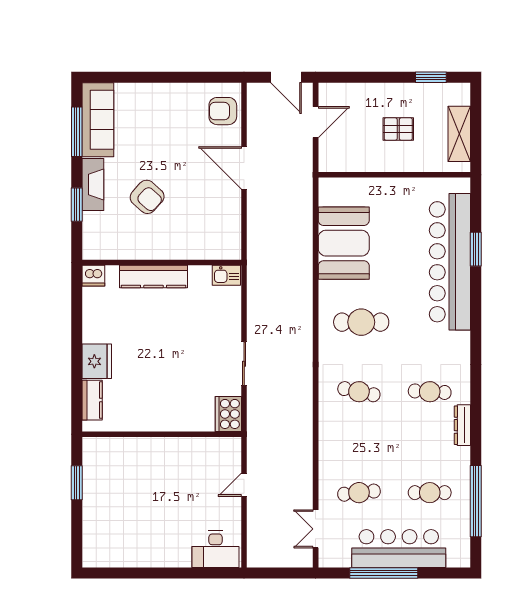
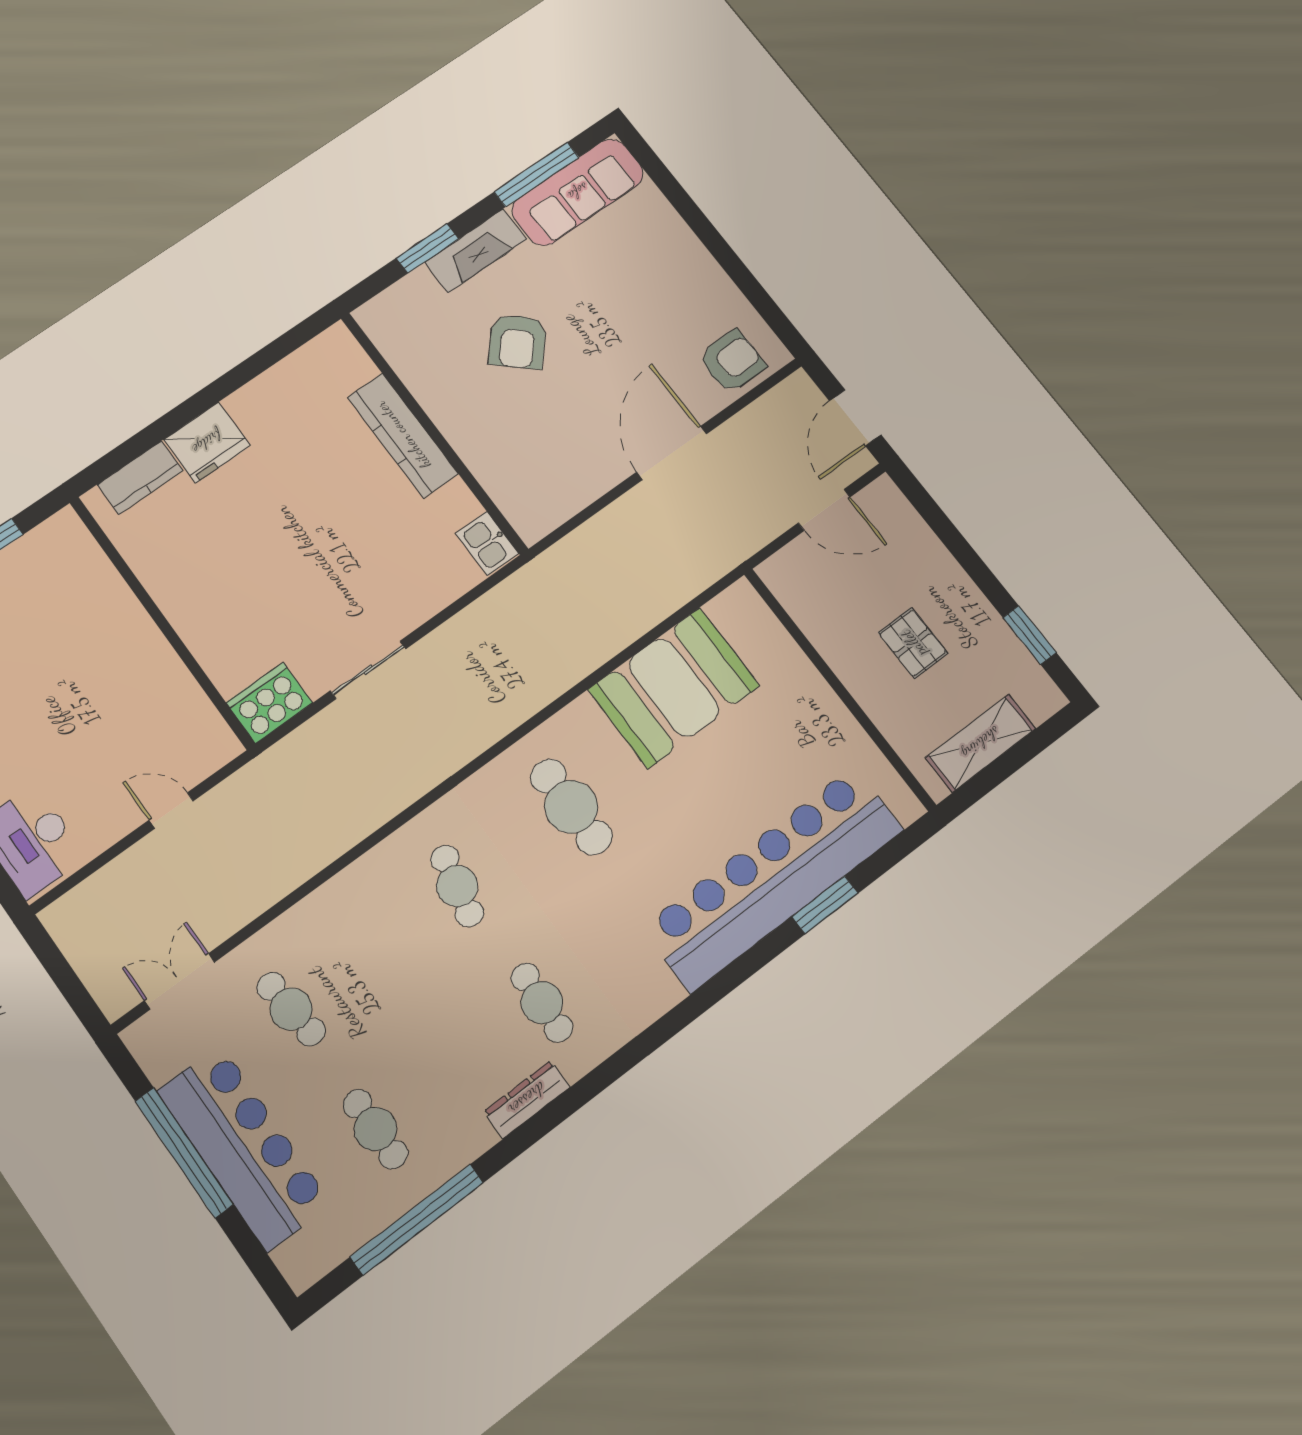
armchair: (223, 111) -> (732, 361), turned 90
dishwasher: (93, 276) -> (337, 346), removed

